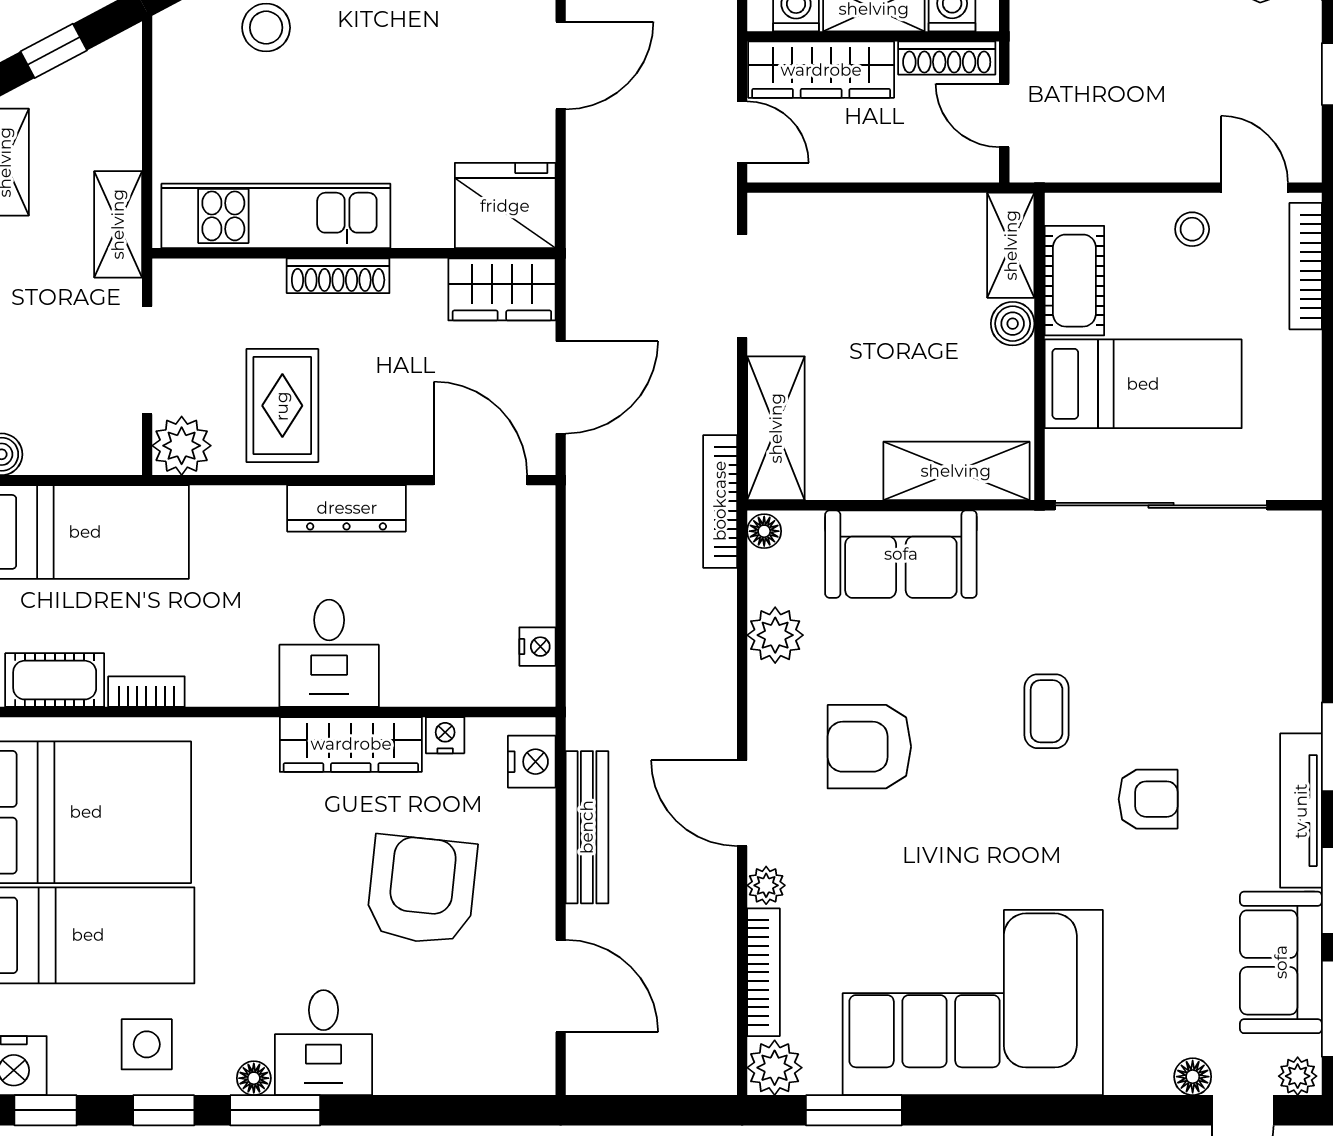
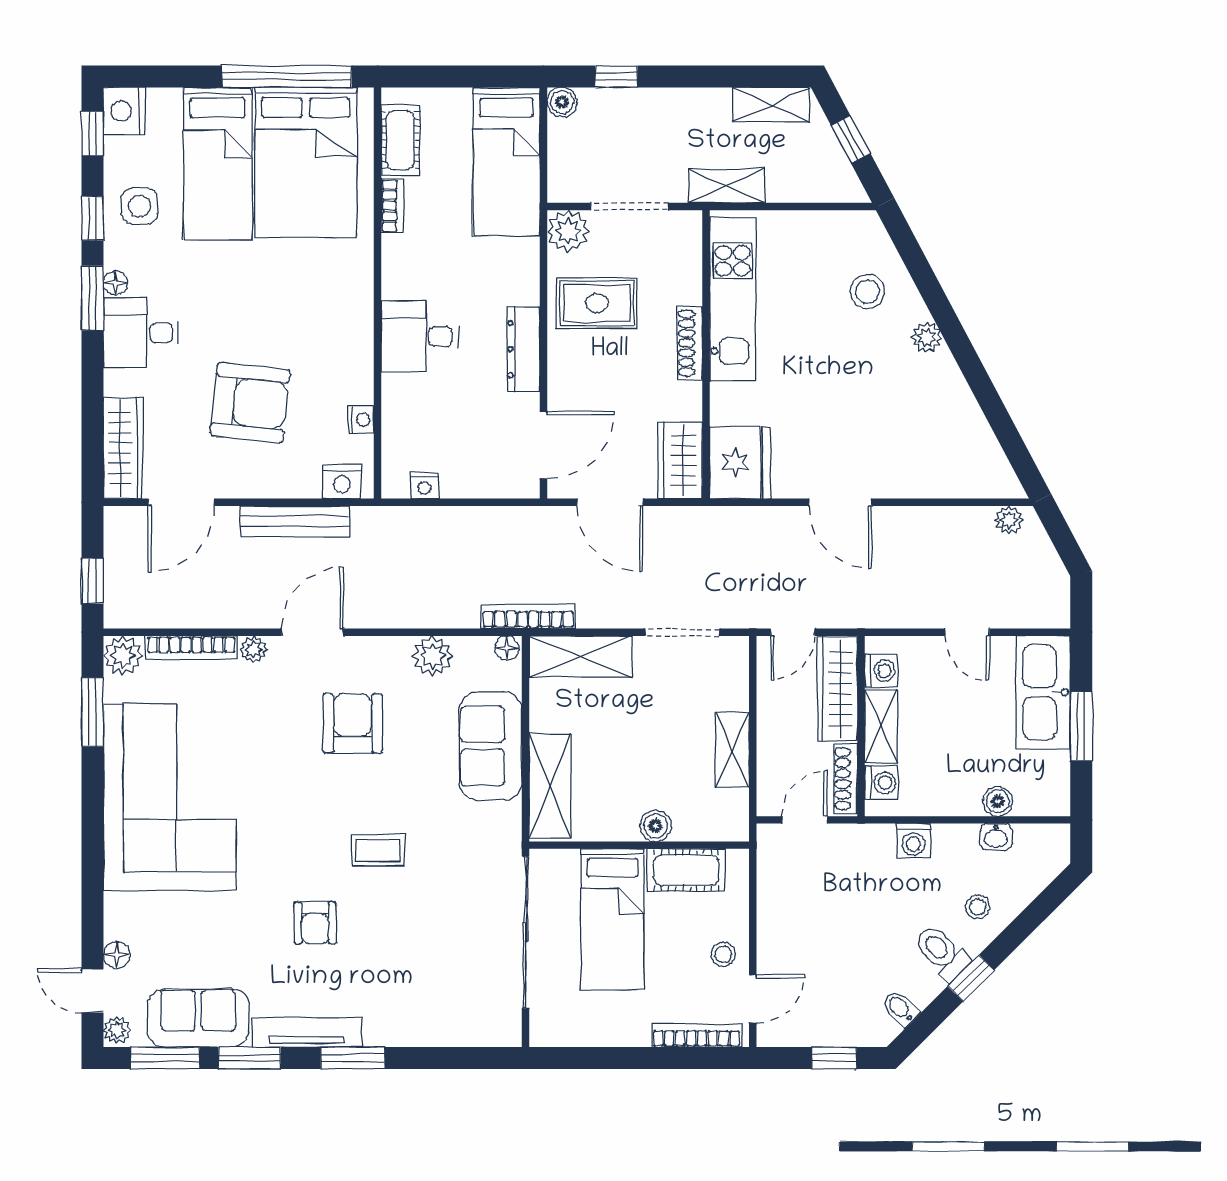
shelving: (1011, 245) -> (732, 750), moved, turned 90
wardrobe: (351, 744) -> (123, 448), moved, turned 180
window: (670, 1110) -> (92, 581), added

